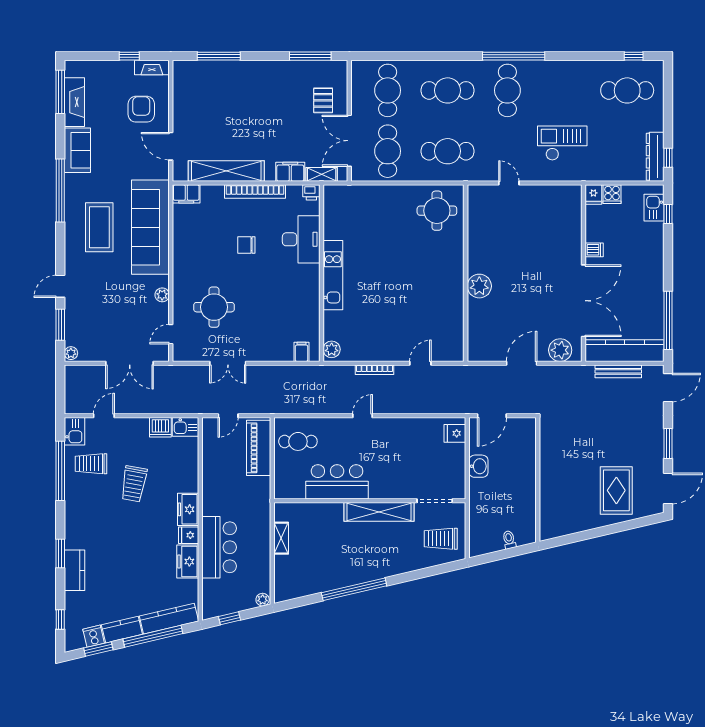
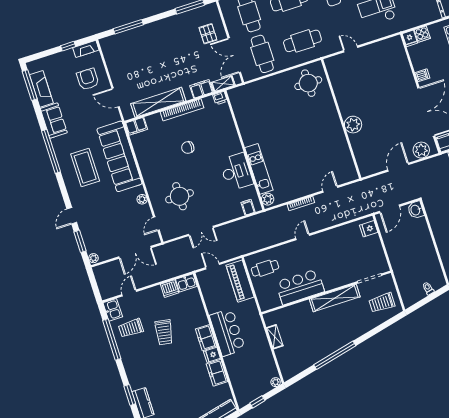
desk: (301, 239) -> (236, 172), moved
kitchen unit: (333, 275) -> (259, 169), moved
door: (228, 416) -> (212, 266), swing flipped
washbasin: (478, 466) -> (416, 210), moved, turned 180
bar counter: (219, 547) -> (227, 332), moved

